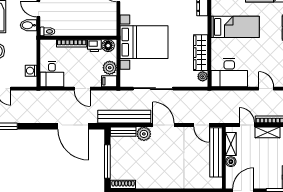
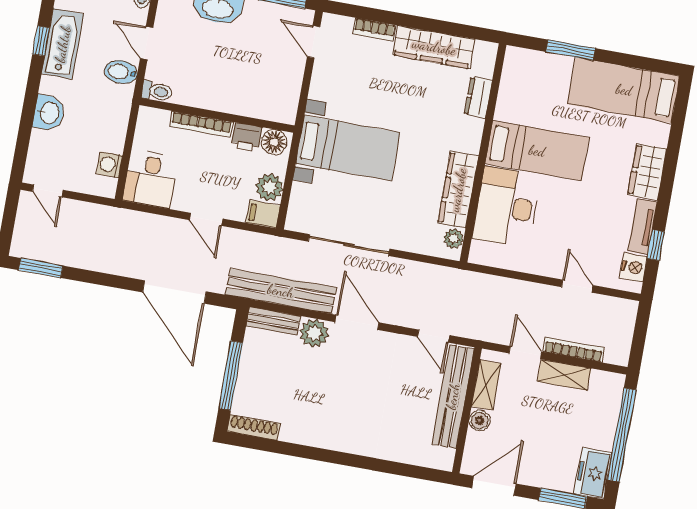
bed with nightstands: (144, 42) -> (348, 148), width x0.73
desk: (229, 73) -> (507, 207), moved, turned 90

